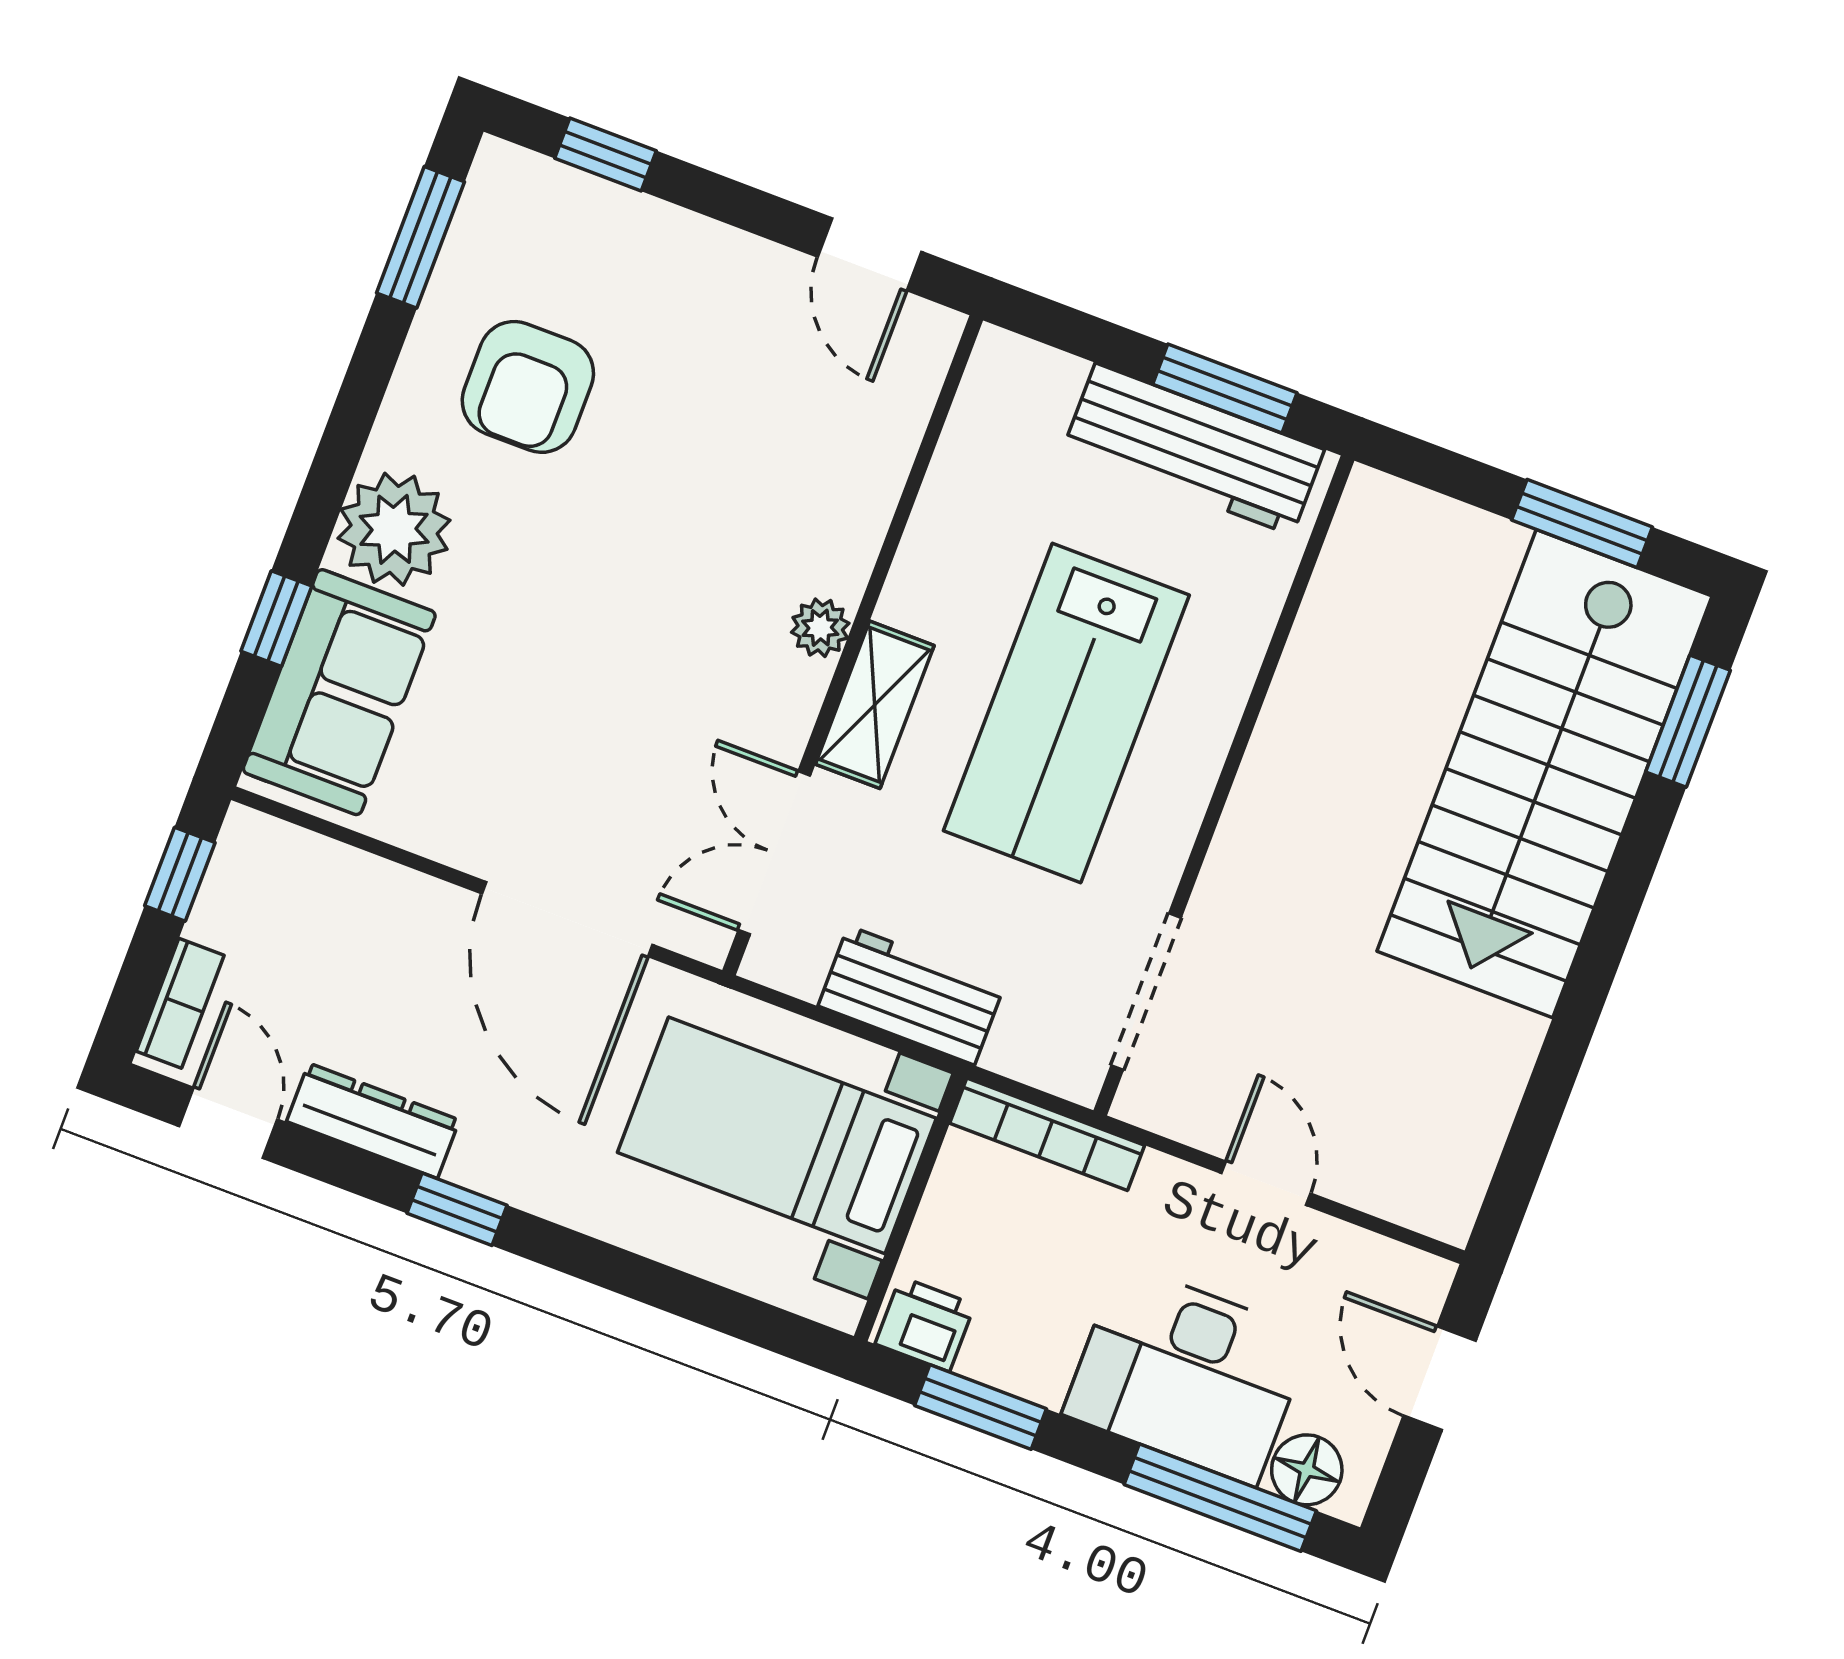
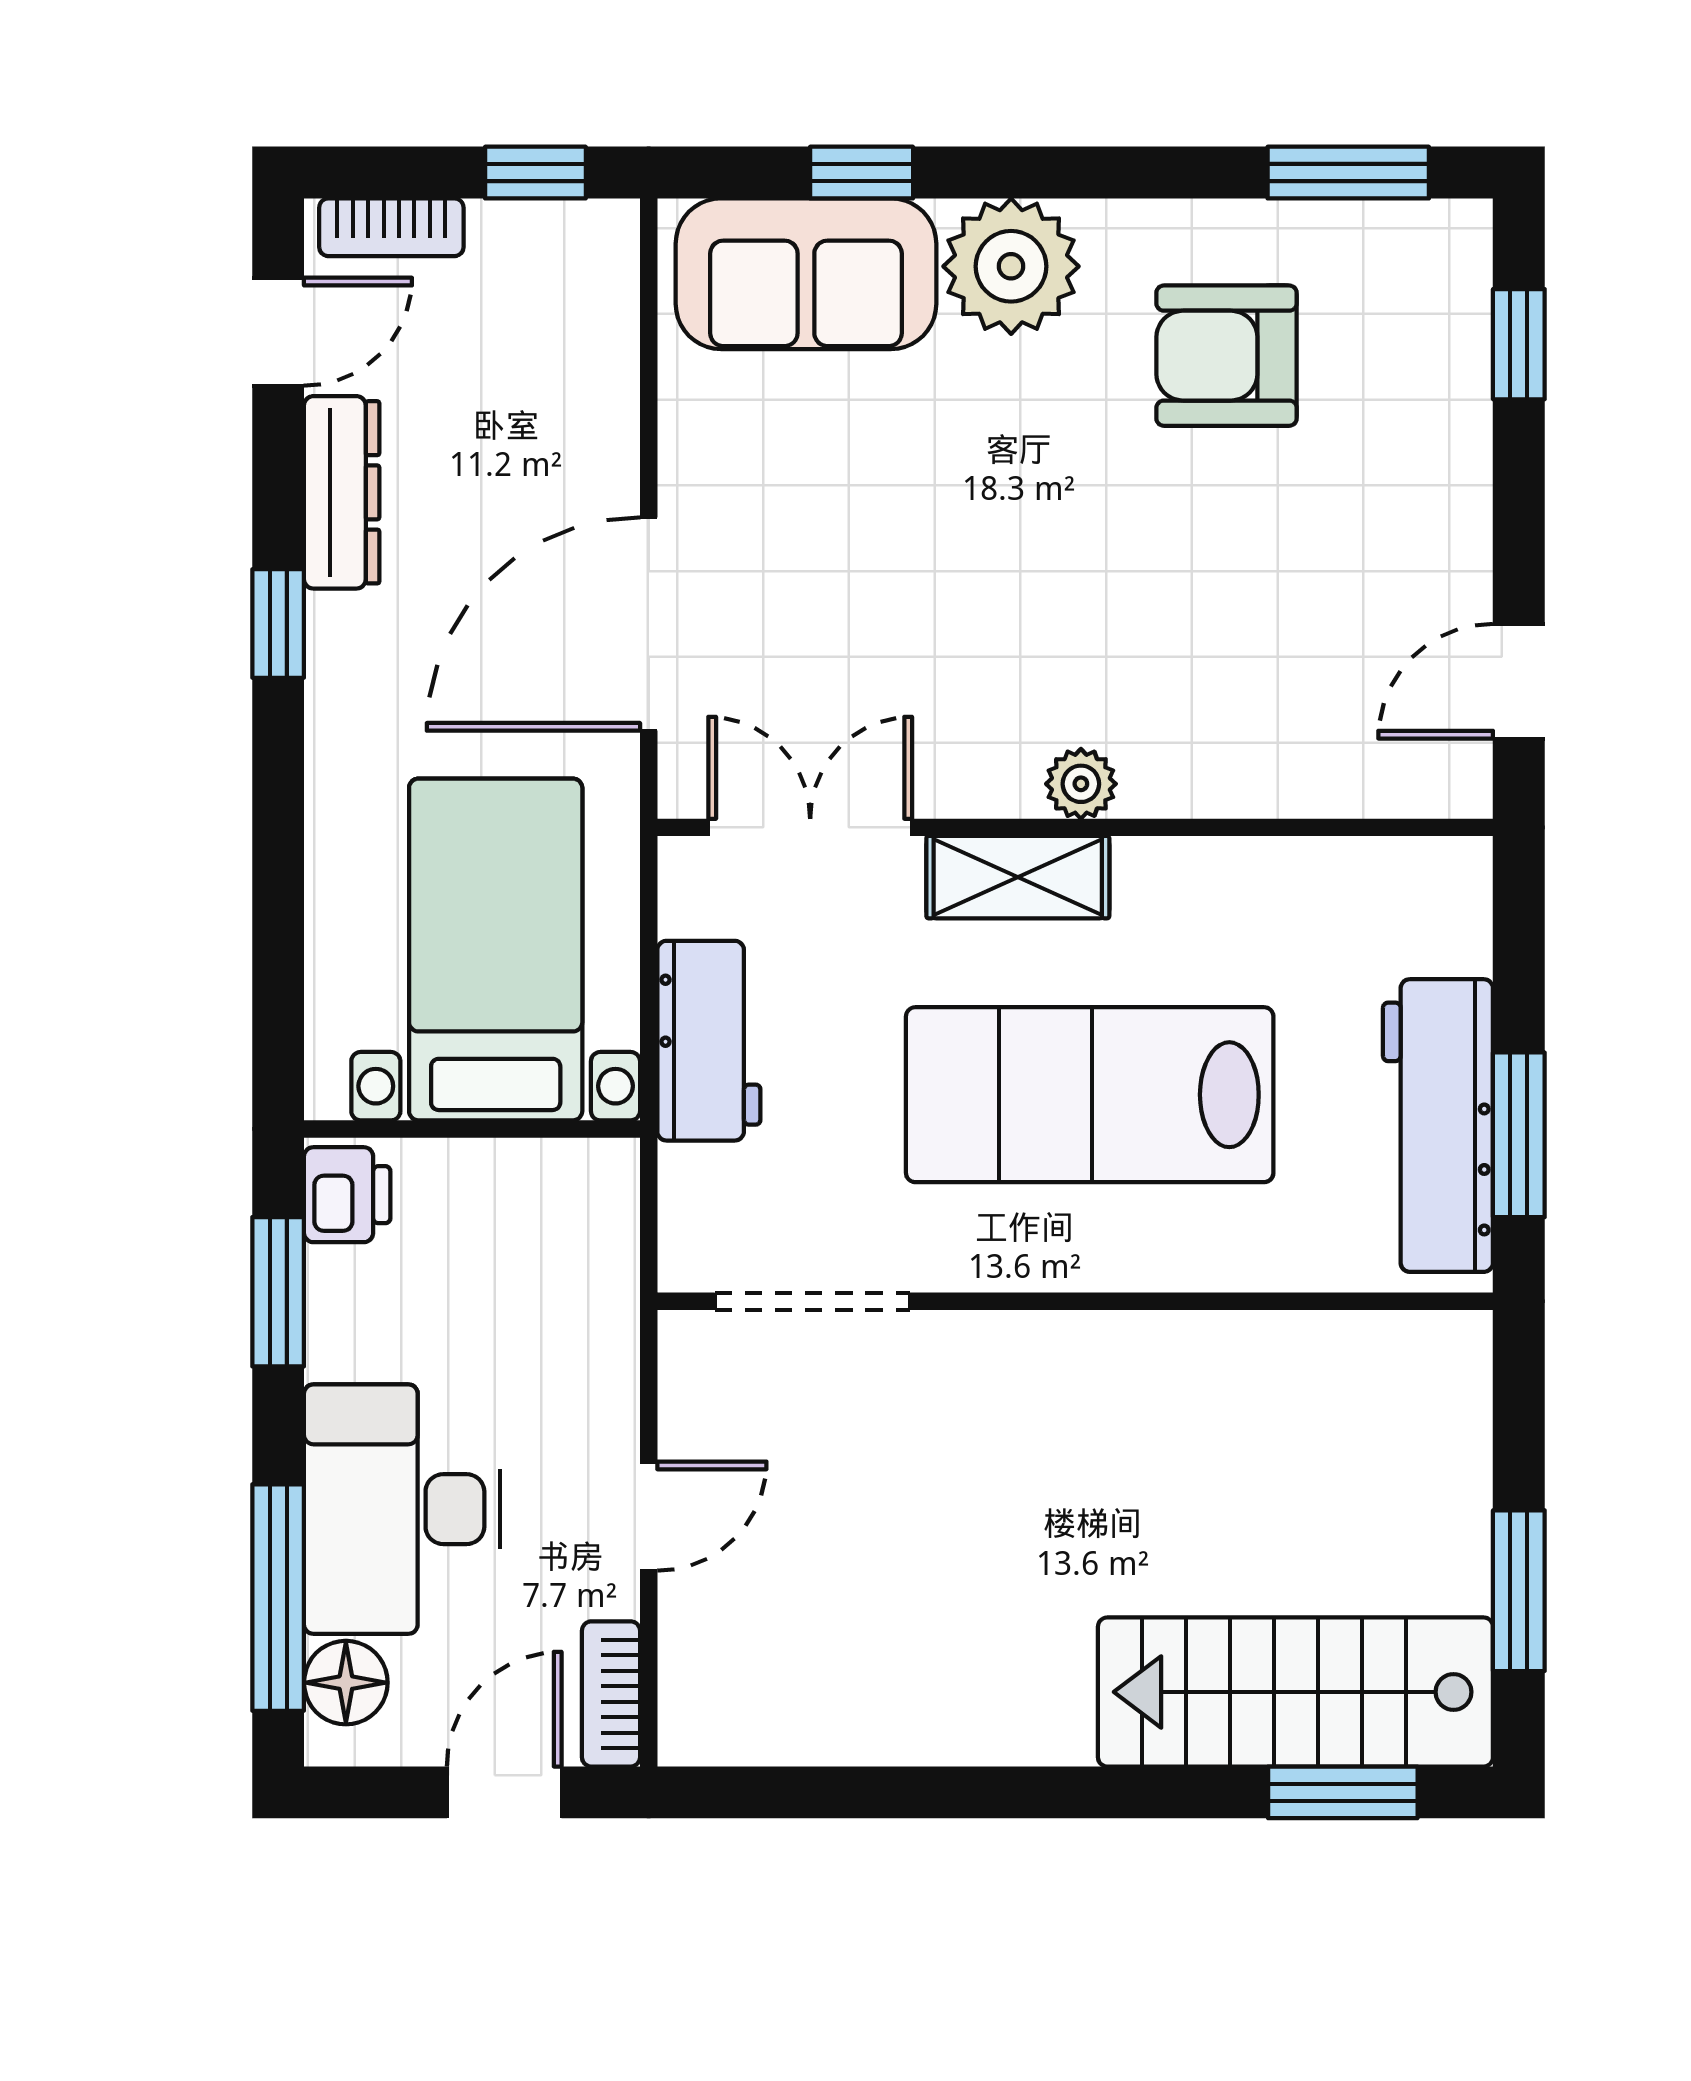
stairs: (1545, 774) -> (1295, 1692), width x0.73, depth x0.66
bookcase: (1047, 1134) -> (611, 1694), moved, width x0.64

